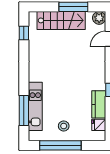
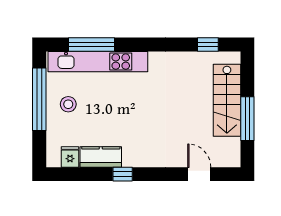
plant: (99, 18) -> (231, 158), removed
kitchen unit: (35, 106) -> (98, 62), width x1.36

